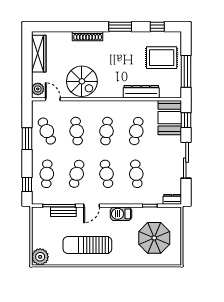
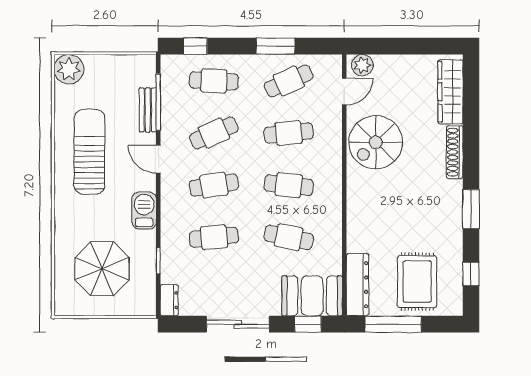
wardrobe: (39, 54) -> (450, 92), moved, turned 90
dresser: (141, 92) -> (357, 285), moved
cafe table: (77, 174) -> (214, 133), turned -39

